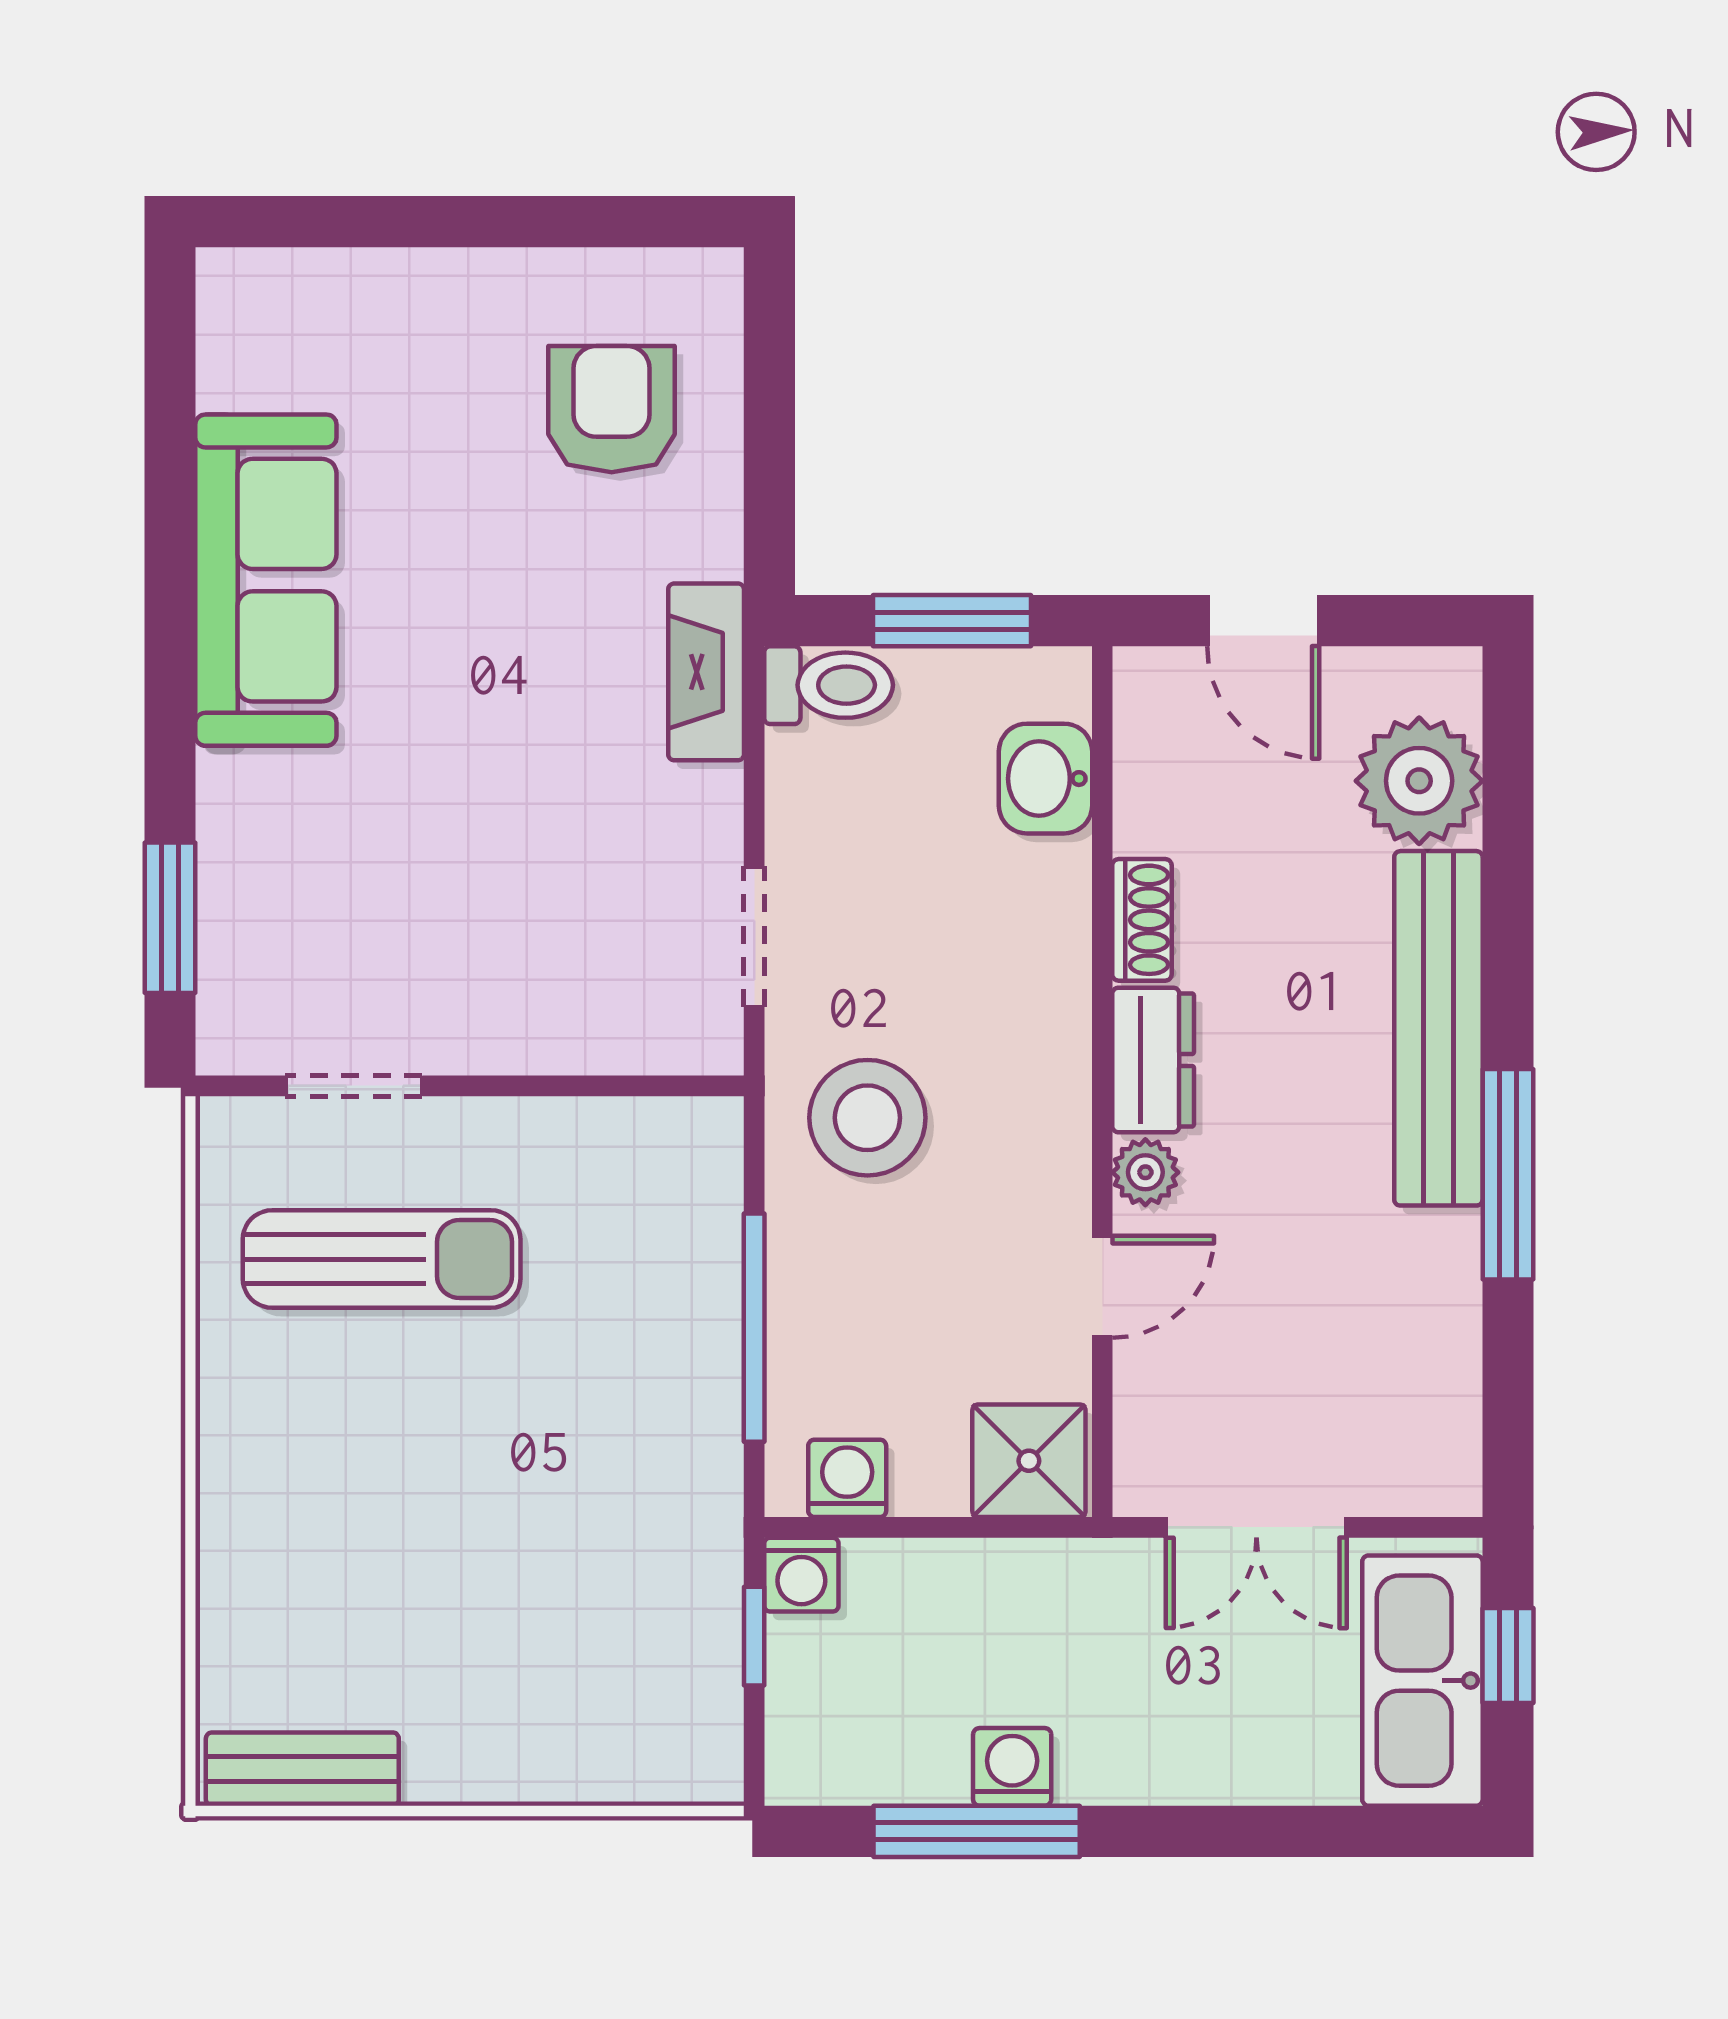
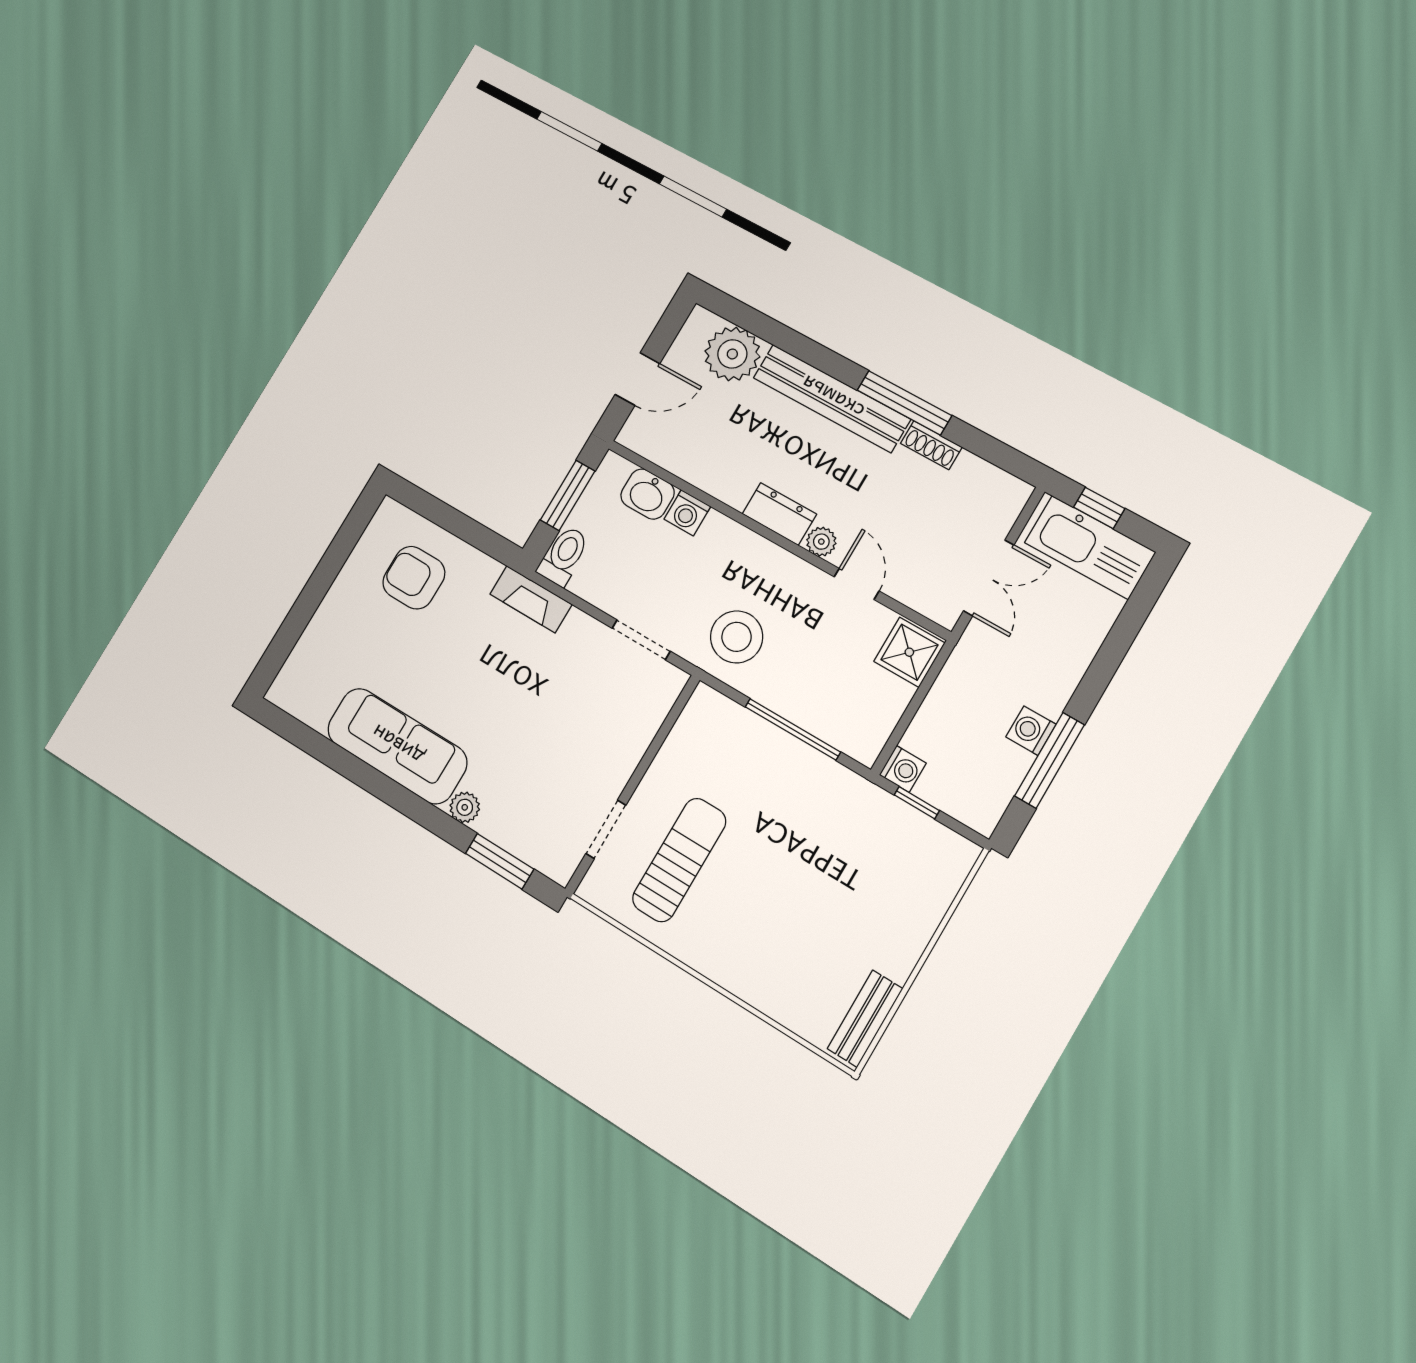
plant: (230, 787) -> (465, 807), added
shoe rack: (1142, 920) -> (931, 445), moved, turned 180
washing machine: (847, 1478) -> (687, 513), moved, turned -90

